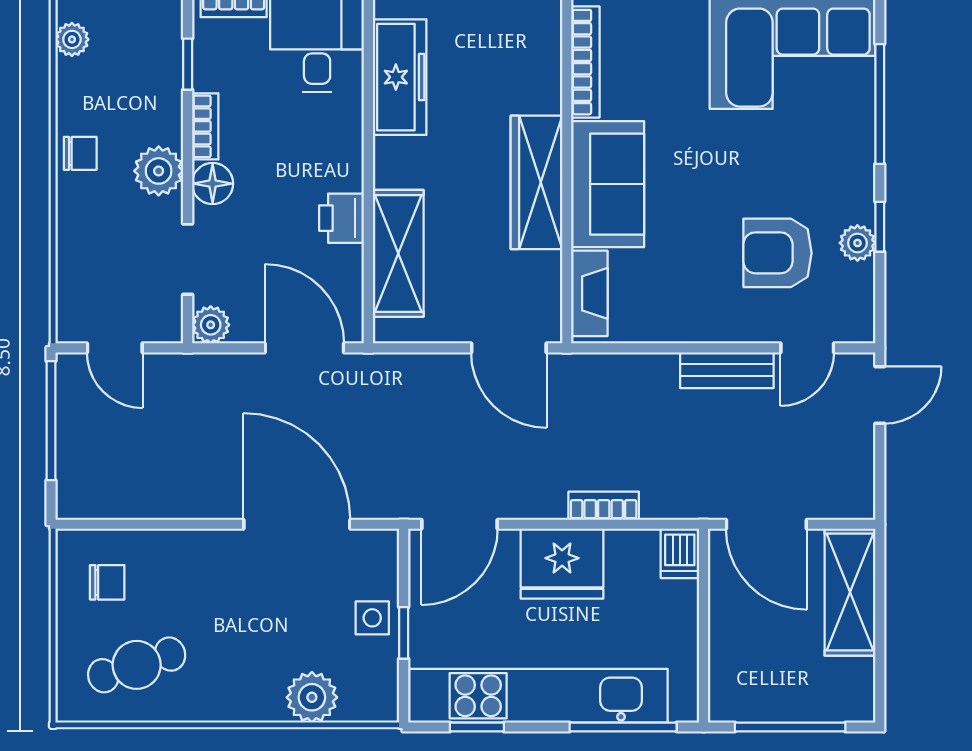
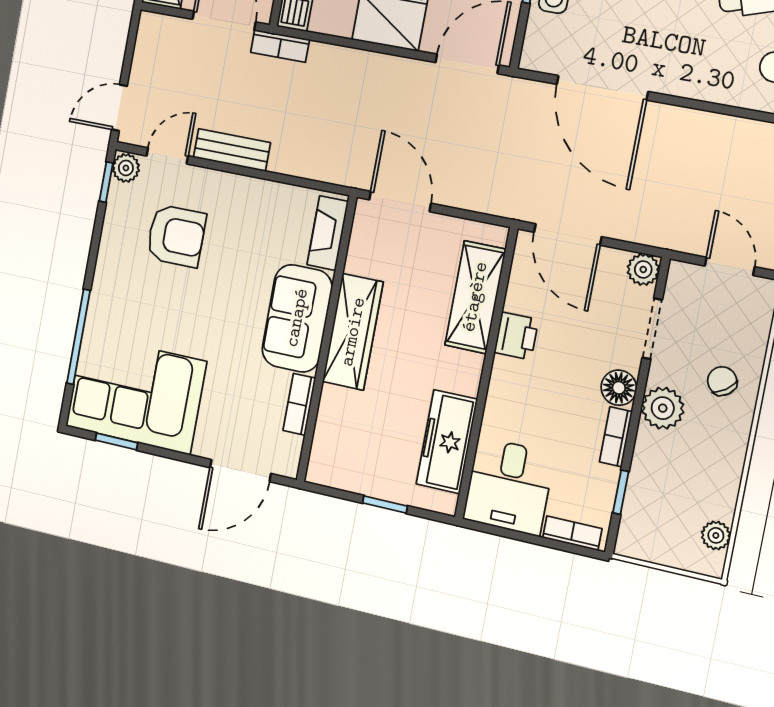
bookcase: (585, 62) -> (299, 404), width x0.64
chair: (80, 153) -> (722, 381), moved, turned 53
window: (880, 227) -> (106, 182), moved
plant: (857, 243) -> (126, 168), moved
bookcase: (604, 506) -> (280, 46), moved

